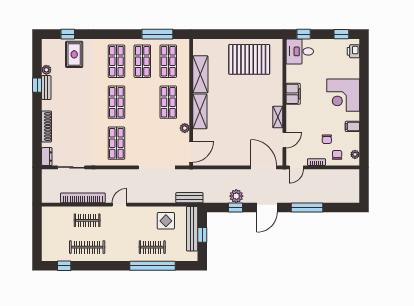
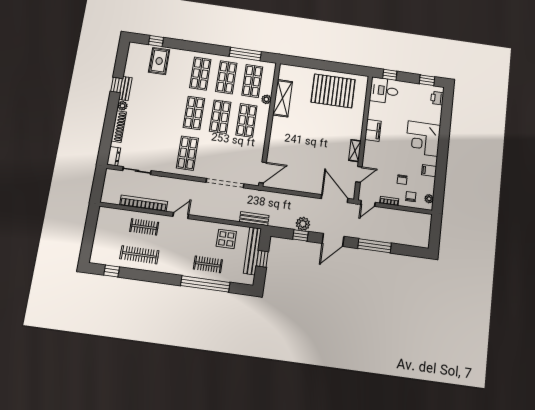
plant: (46, 70) -> (122, 106), moved
shop shelf: (142, 102) -> (220, 117), added
shelving: (200, 111) -> (277, 134), removed
plant: (185, 128) -> (266, 99), moved

